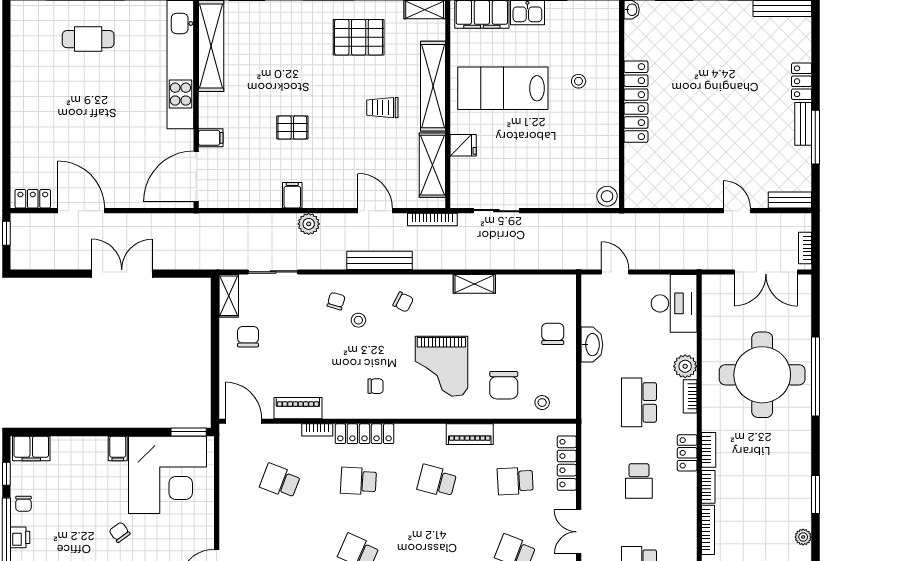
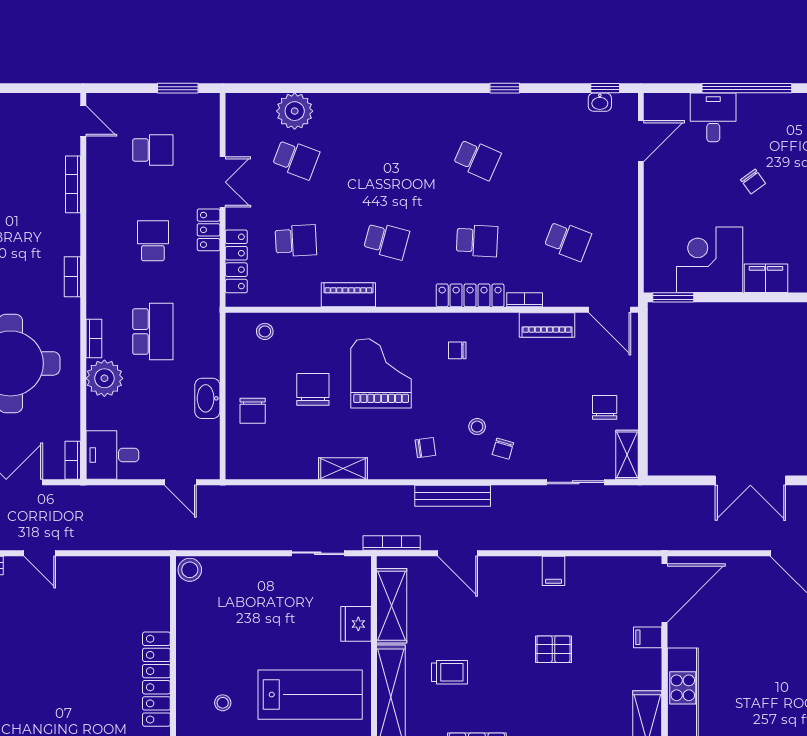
fridge: (463, 145) -> (356, 624), width x1.38
plant: (309, 224) -> (535, 538), removed
chair: (403, 302) -> (425, 448), turned 145
desk: (674, 303) -> (112, 455), width x0.73
chair: (248, 337) -> (605, 407), turned 180
plant: (685, 366) -> (104, 378), width x1.36, depth x1.36
chair: (504, 385) -> (313, 389), moved
filing cabinet: (118, 448) -> (766, 278), width x2.00
locker: (687, 453) -> (209, 230), moved, turned 180
corner desk: (167, 475) -> (710, 260), width x0.74, depth x0.74
bookcase: (708, 487) -> (73, 460), moved

